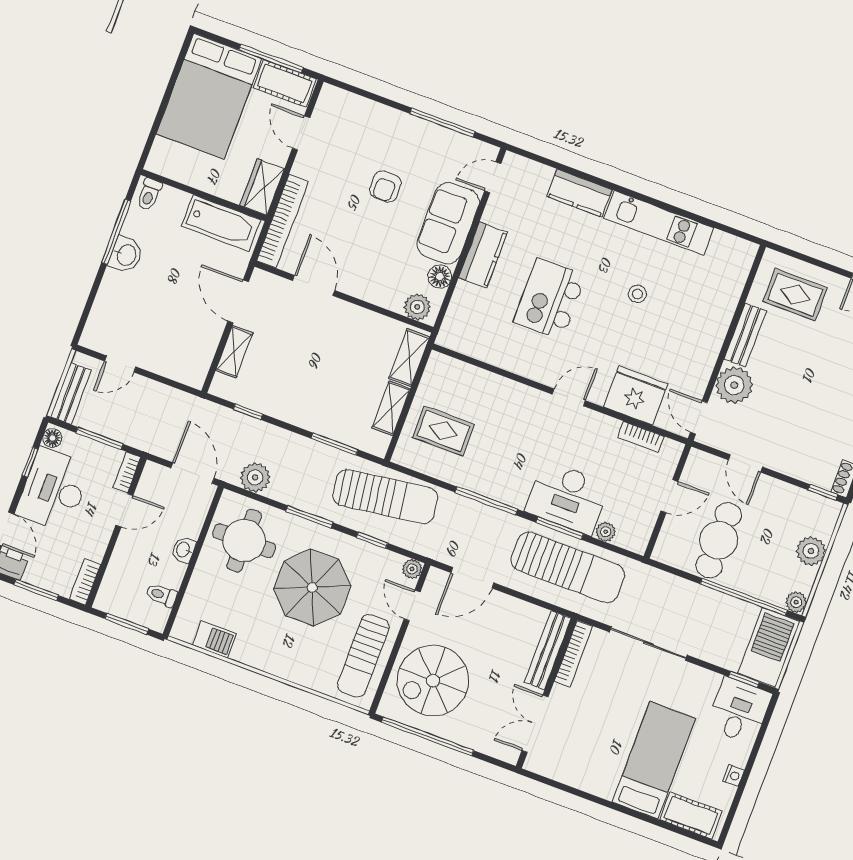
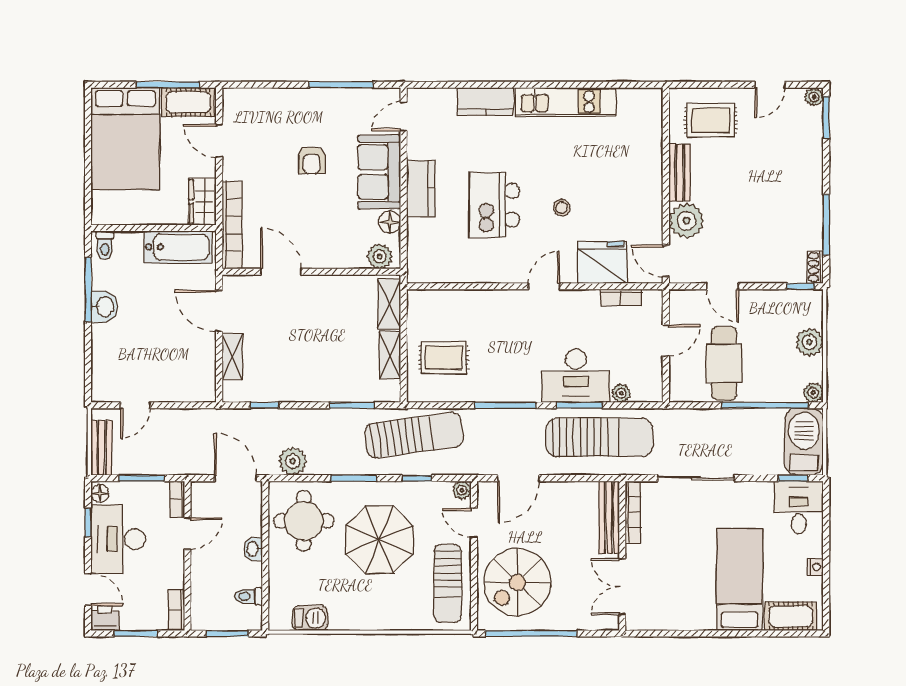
stool: (637, 294) -> (562, 208), moved

